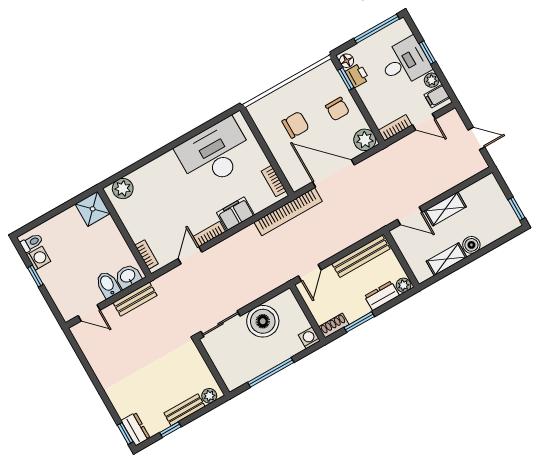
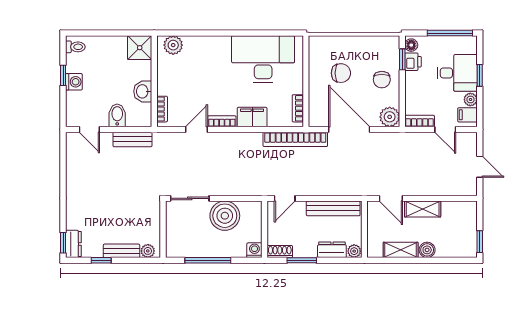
washing machine: (39, 258) -> (74, 82), moved
washbasin: (128, 276) -> (143, 91), moved, turned -90

